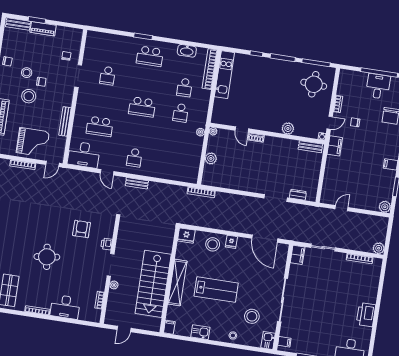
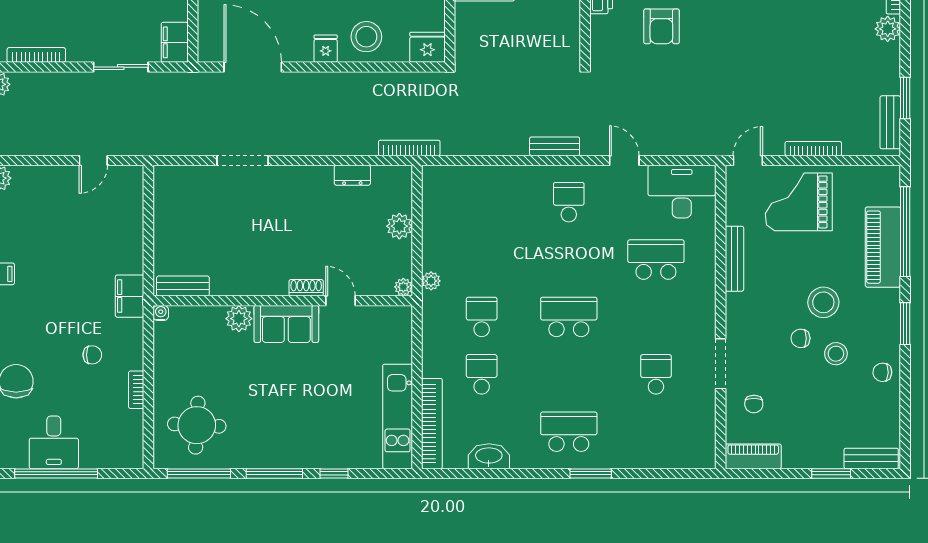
piano: (43, 29) -> (753, 456), moved
sofa: (267, 123) -> (286, 324), added
door: (330, 123) -> (148, 345), removed
dresser: (298, 195) -> (352, 175), moved

